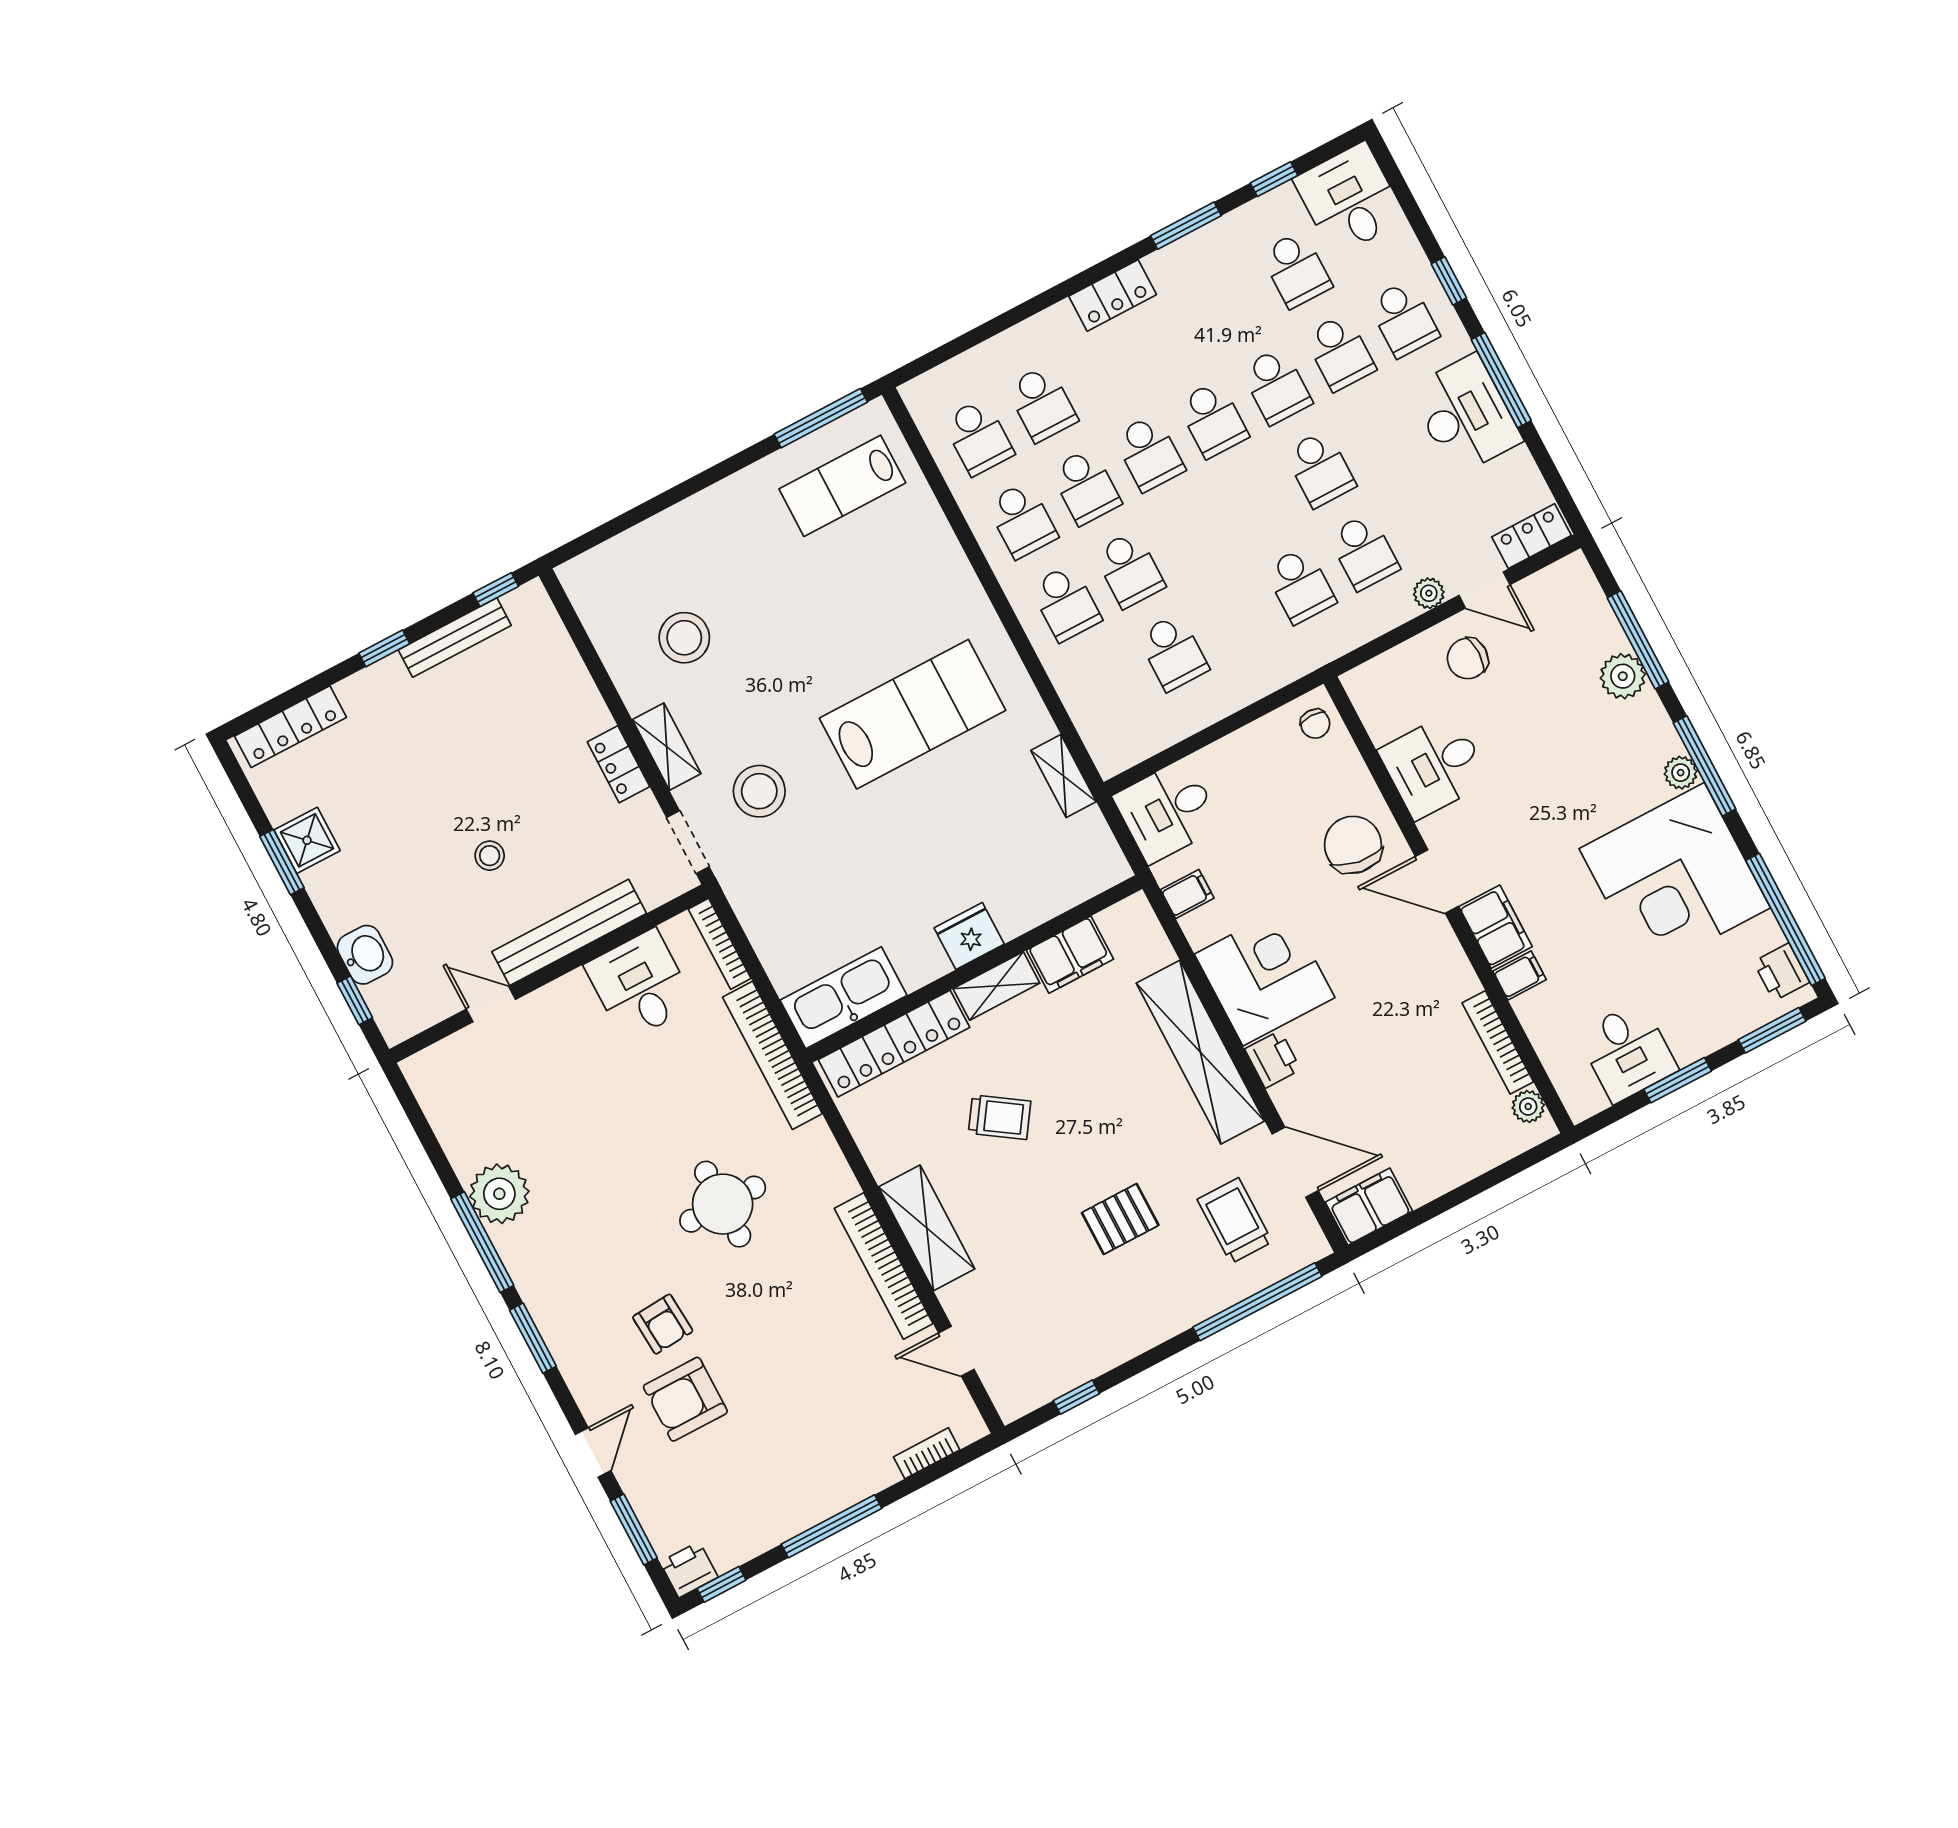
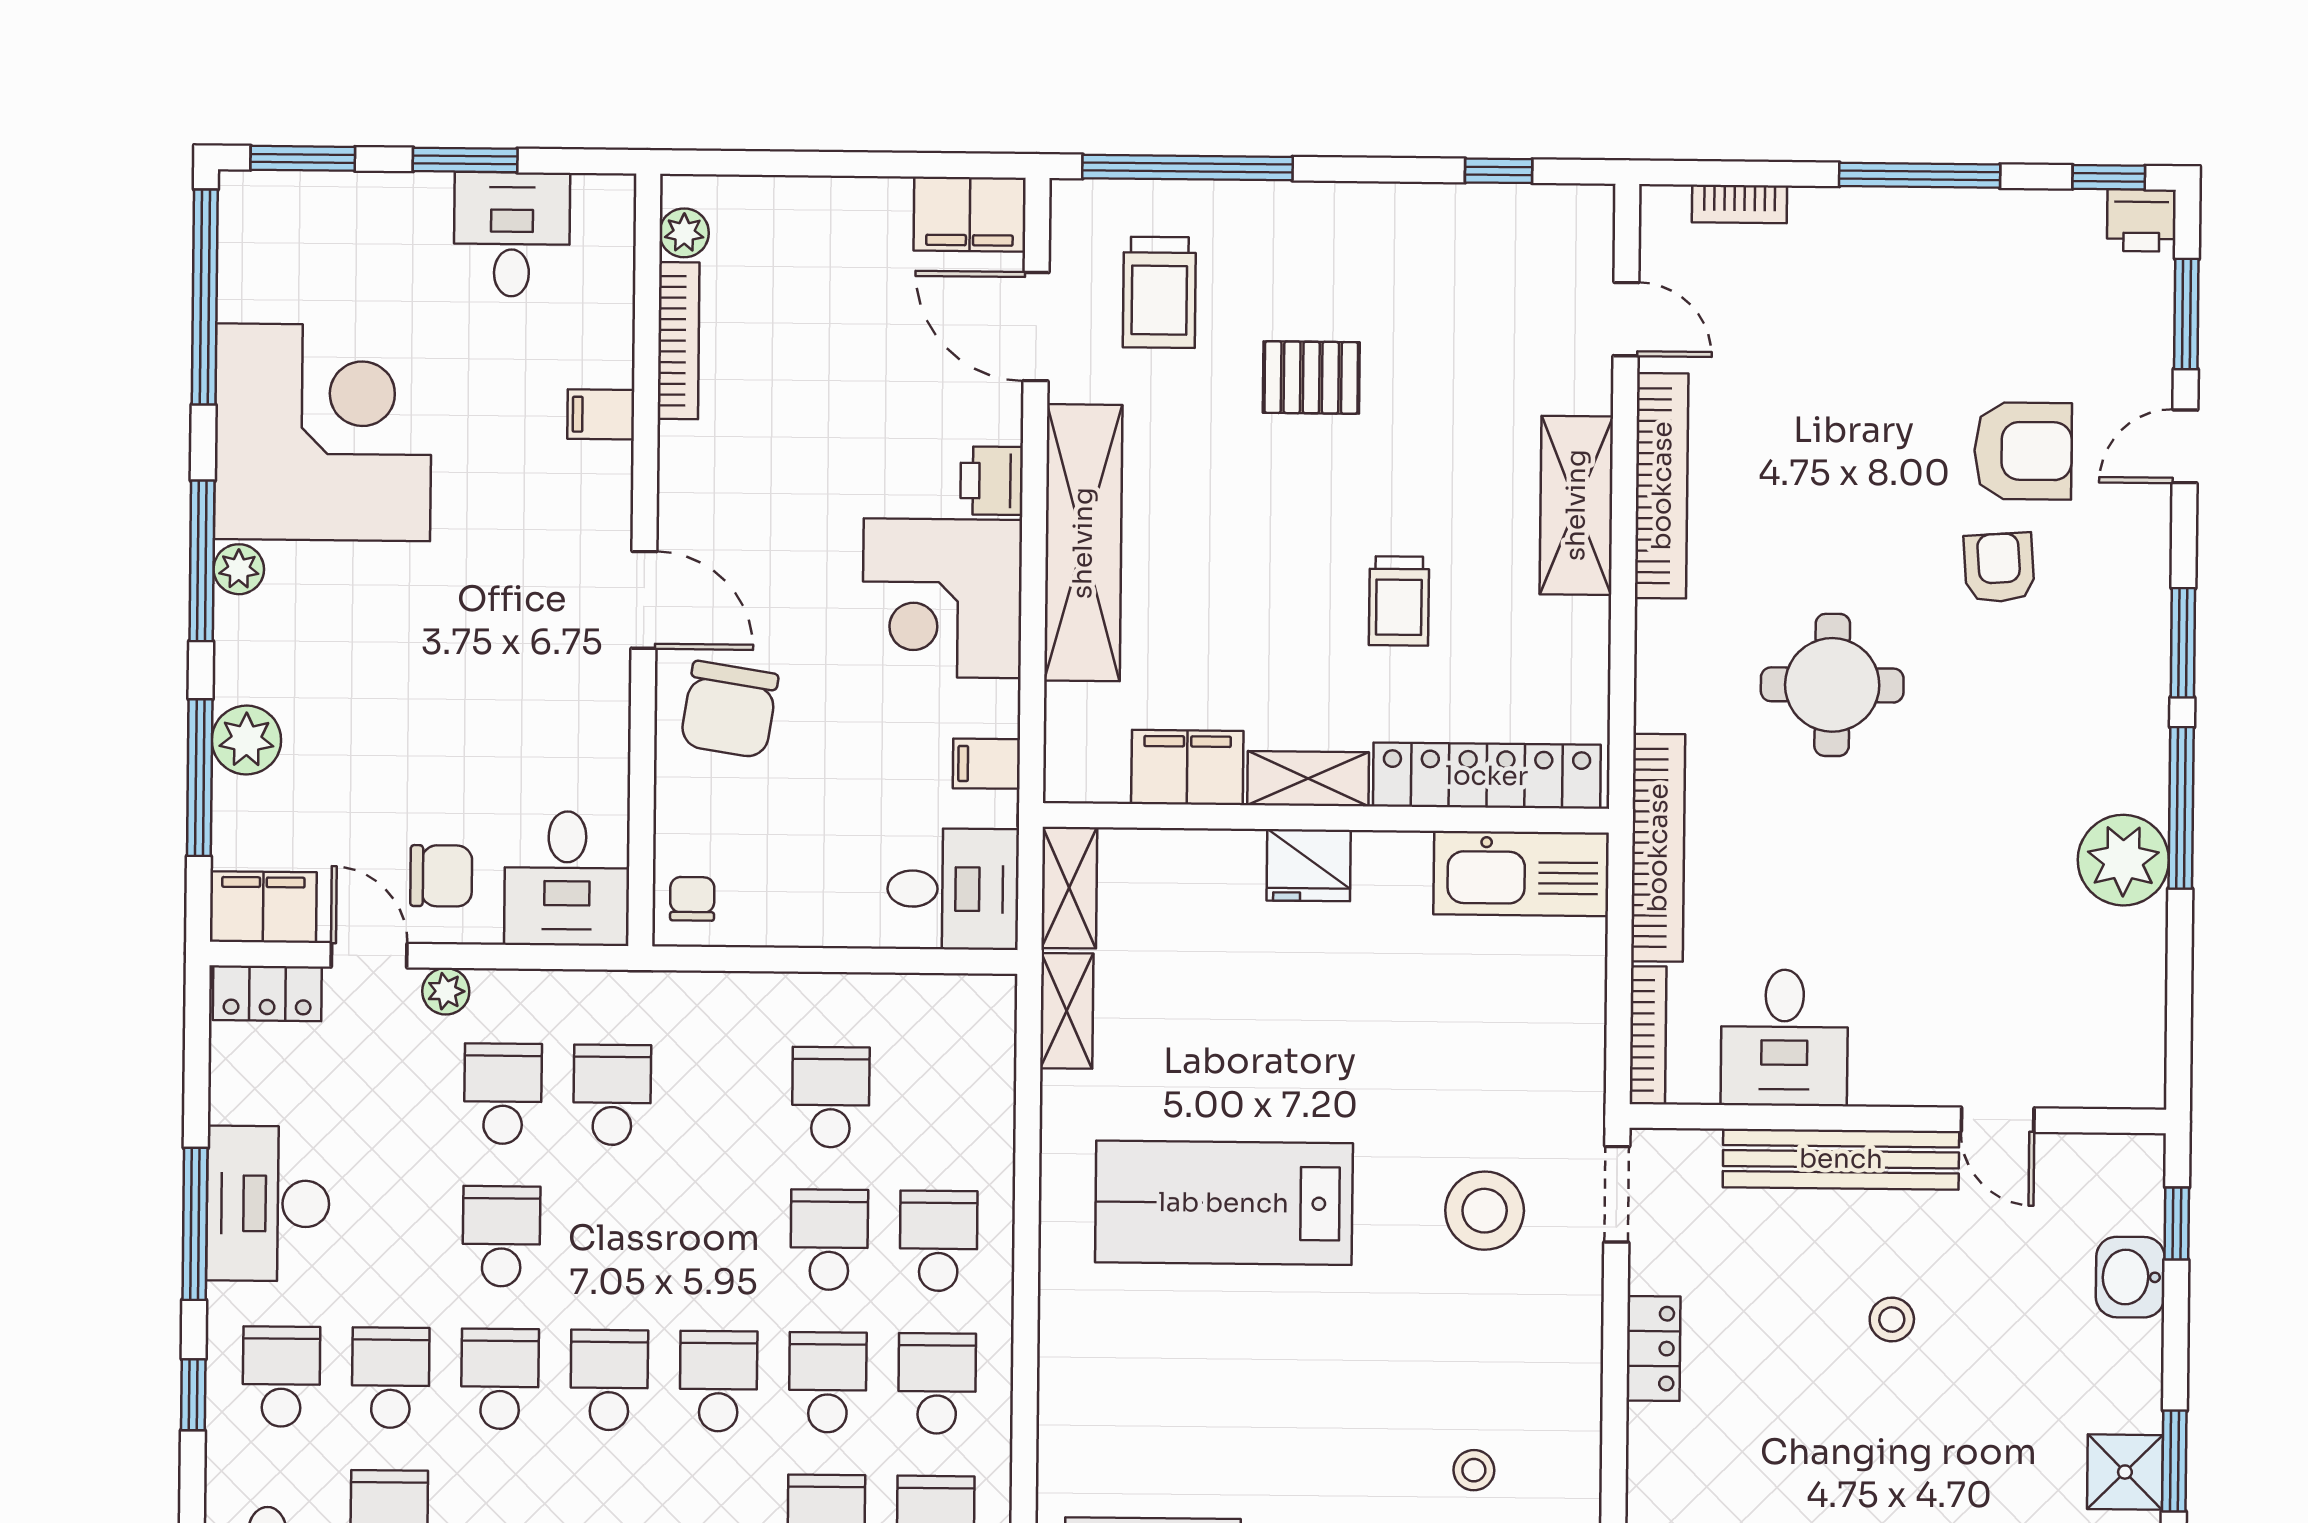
stool: (684, 638) -> (1474, 1470), width x0.53, depth x0.53
shelving: (667, 747) -> (1069, 888), moved
desk: (1434, 766) -> (567, 878), moved, turned 90
filing cabinet: (1495, 927) -> (263, 907), moved, turned 90
printer: (1781, 972) -> (248, 230), removed
trolley: (1000, 1117) -> (1399, 601), turned -124

